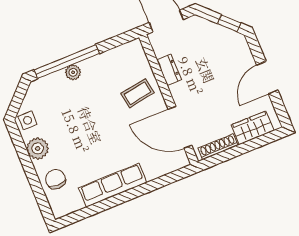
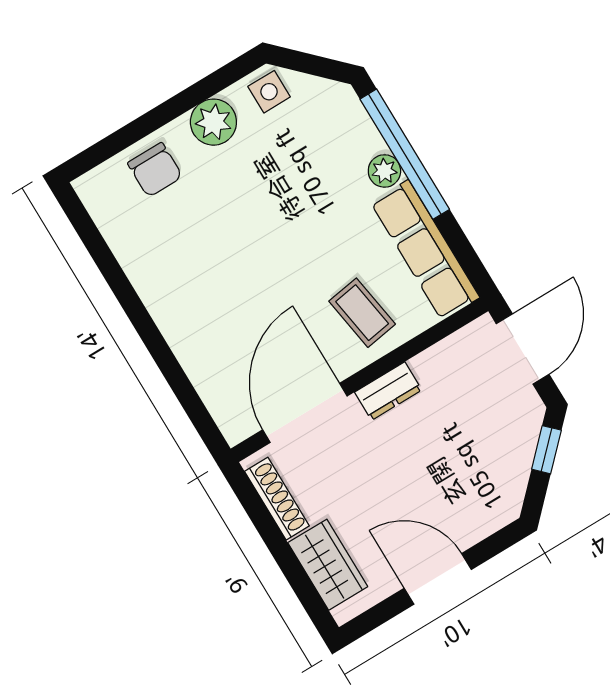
window: (229, 23) -> (546, 450), moved
dresser: (169, 70) -> (388, 391), moved
chair: (56, 179) -> (155, 170), turned 90
row of seats: (113, 185) -> (425, 250), moved, turned 180

